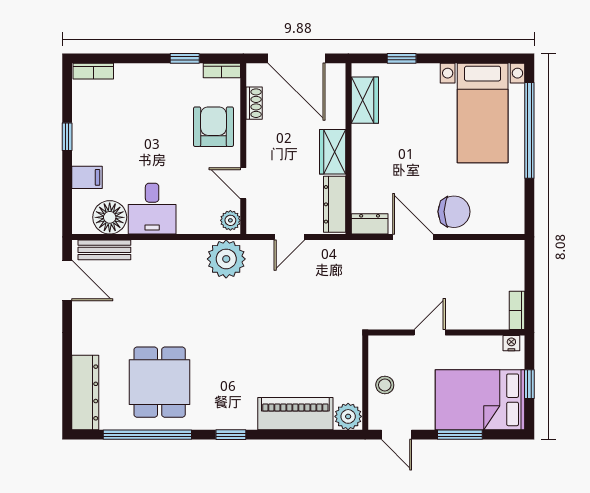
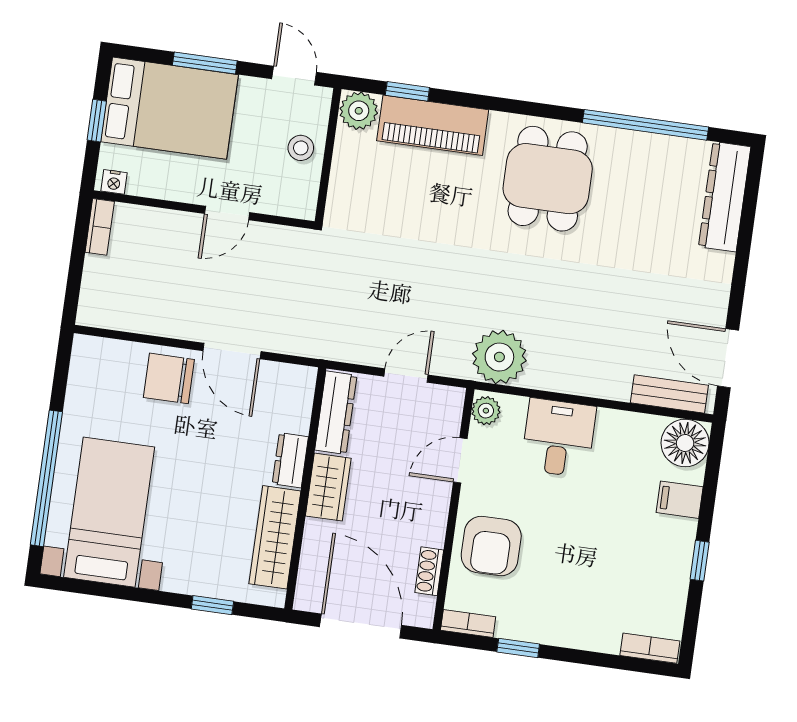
wardrobe: (365, 100) -> (275, 537), width x1.50
door: (243, 183) -> (460, 460), swing flipped
desk: (152, 209) -> (558, 438), moved
floor lamp: (110, 217) -> (685, 443), moved
dresser: (370, 224) -> (290, 460), moved, turned 90
dining table: (160, 382) -> (548, 179), moved
window: (231, 435) -> (407, 91), moved

